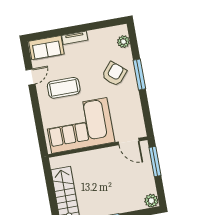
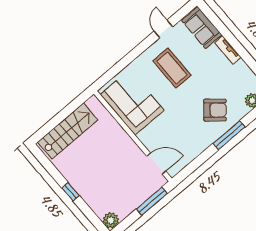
door: (30, 77) -> (163, 29), swing flipped
corner sofa: (79, 125) -> (132, 102), width x0.73, depth x0.74
door: (129, 142) -> (156, 164), swing flipped

